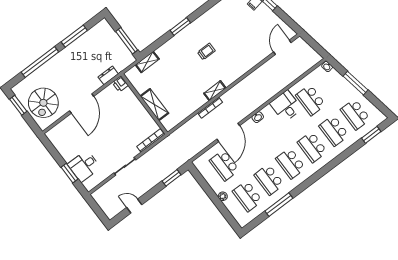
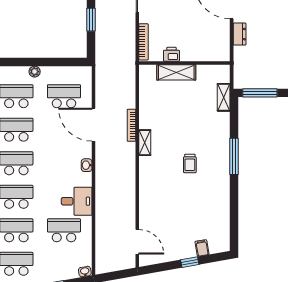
window: (180, 26) -> (234, 156), width x1.44
dresser: (108, 75) -> (240, 34), moved
printer: (120, 84) -> (171, 54), moved
window: (172, 178) -> (91, 20), moved

